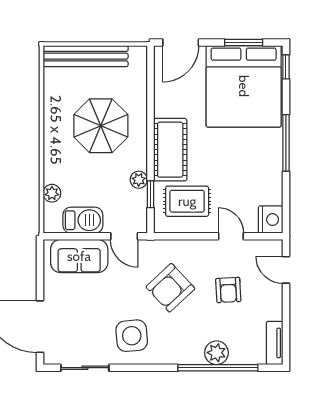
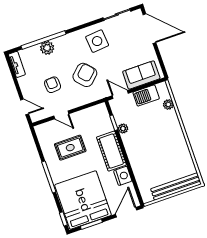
parasol: (101, 126) -> (154, 151), removed
rug: (187, 201) -> (70, 148), moved
nightstand: (271, 220) -> (123, 176), moved, turned 180

